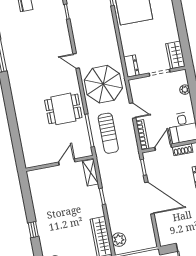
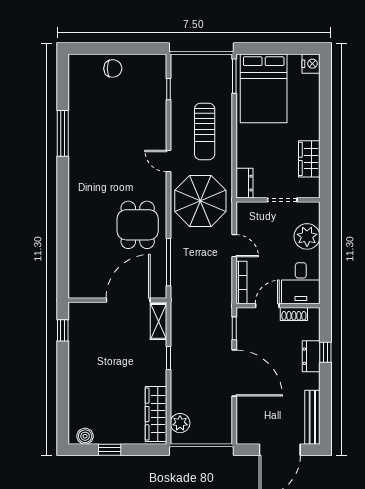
wardrobe: (175, 55) -> (309, 159), moved
plant: (185, 90) -> (307, 236), width x1.87, depth x1.87
dining table: (63, 109) -> (138, 225), turned 90
sun lounger: (108, 133) -> (205, 131), moved
door: (67, 162) -> (128, 300), width x1.87
window: (33, 230) -> (63, 330), moved

